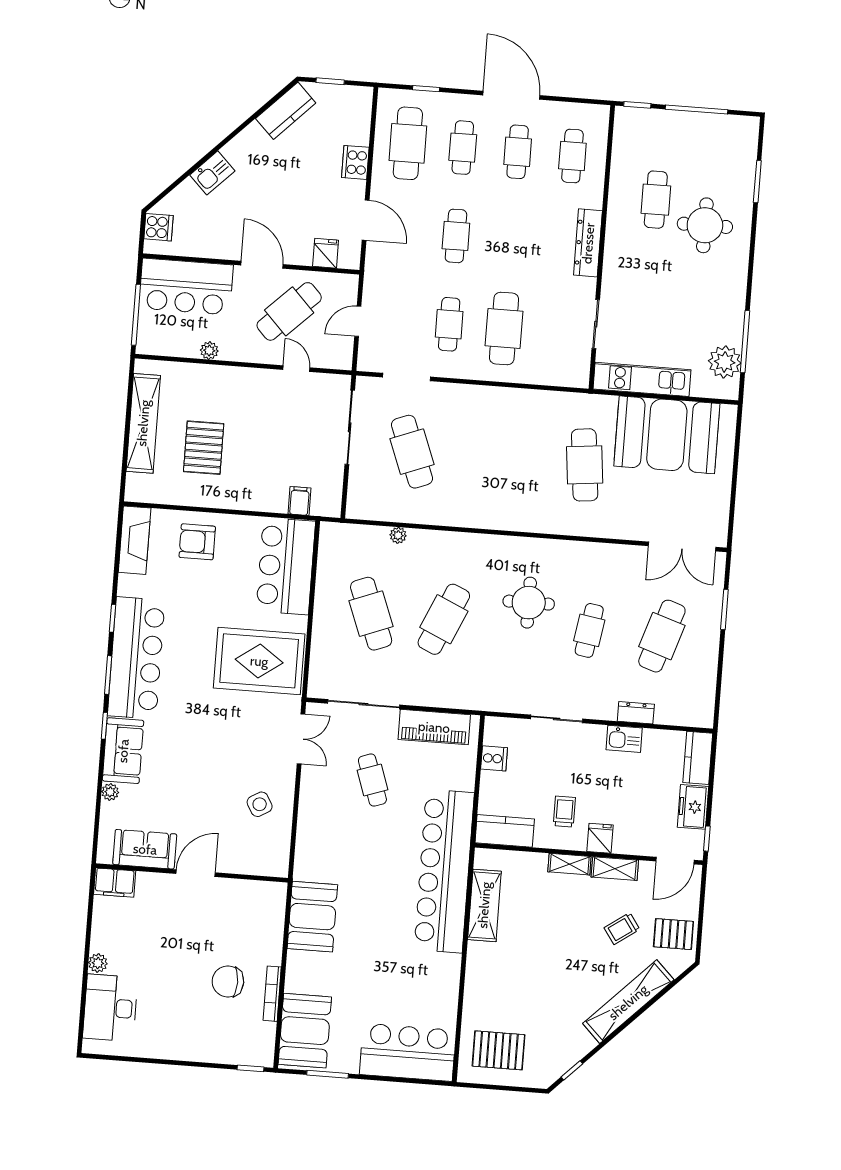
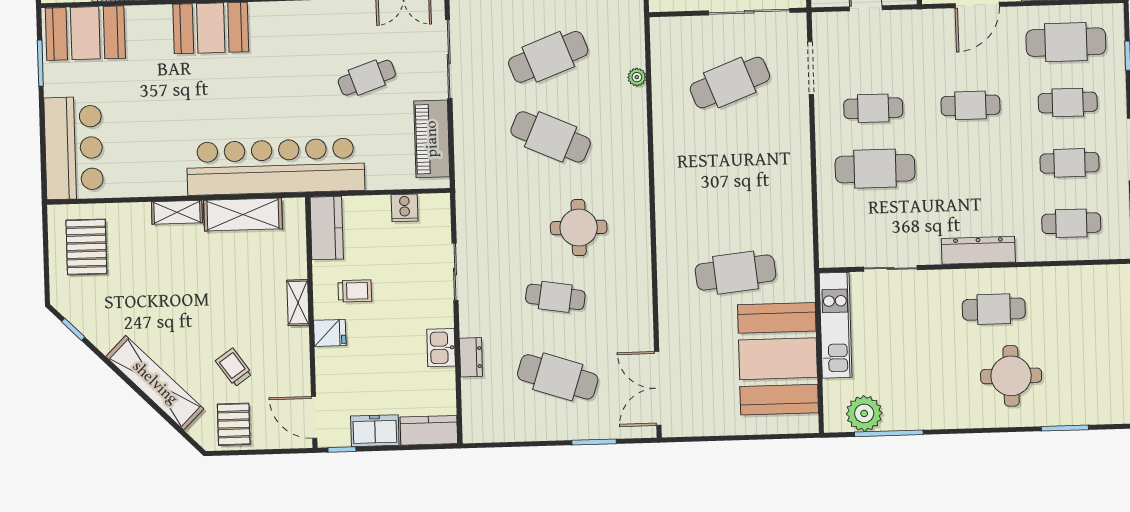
cafe table: (656, 200) -> (994, 309), moved
shelving: (615, 869) -> (177, 212), moved, turned 90

